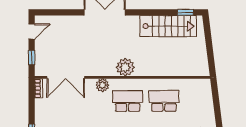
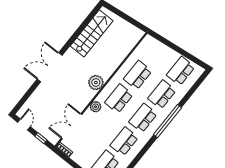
window: (185, 12) -> (92, 15), removed
double door: (66, 77) -> (72, 126), swing flipped

